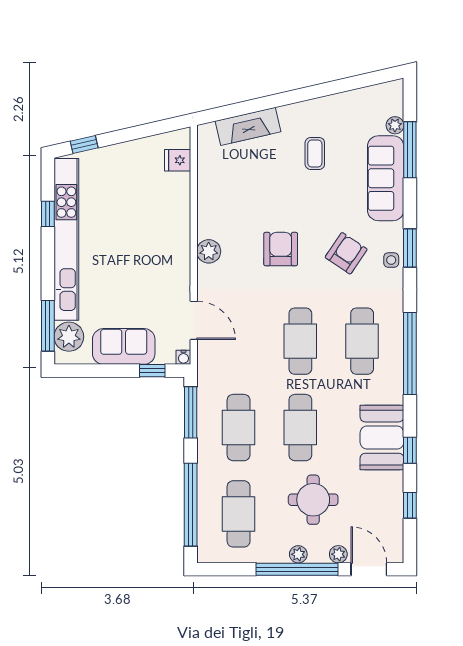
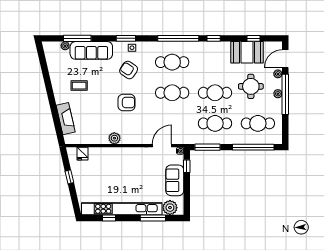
window: (84, 145) -> (69, 177), moved
armchair: (281, 249) -> (126, 102), turned 180
plant: (209, 251) -> (114, 138), moved
window: (48, 326) -> (153, 218), moved
booth: (382, 438) -> (247, 52), moved
window: (410, 450) -> (214, 38), moved

